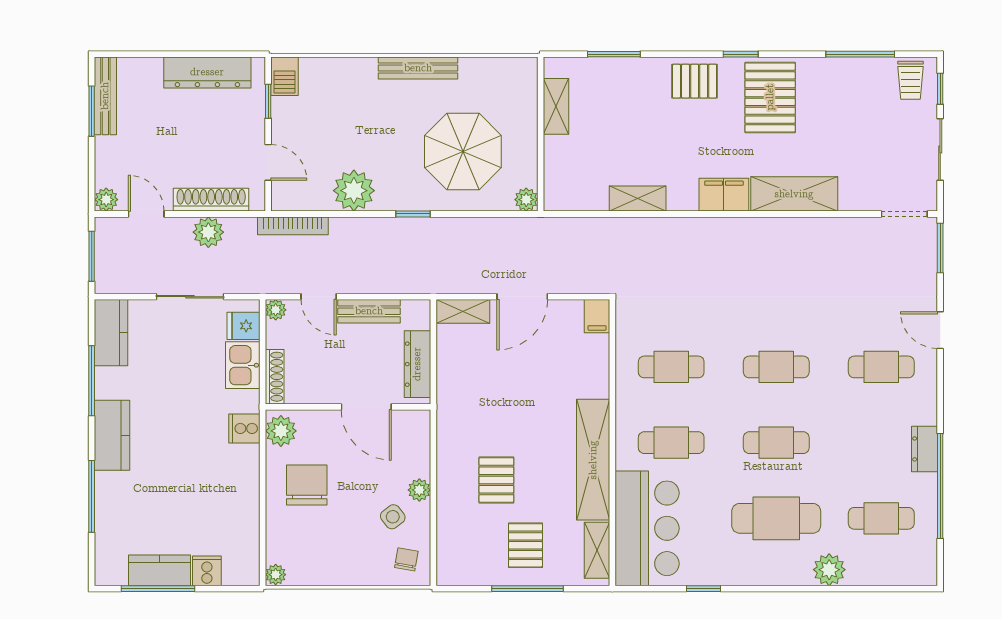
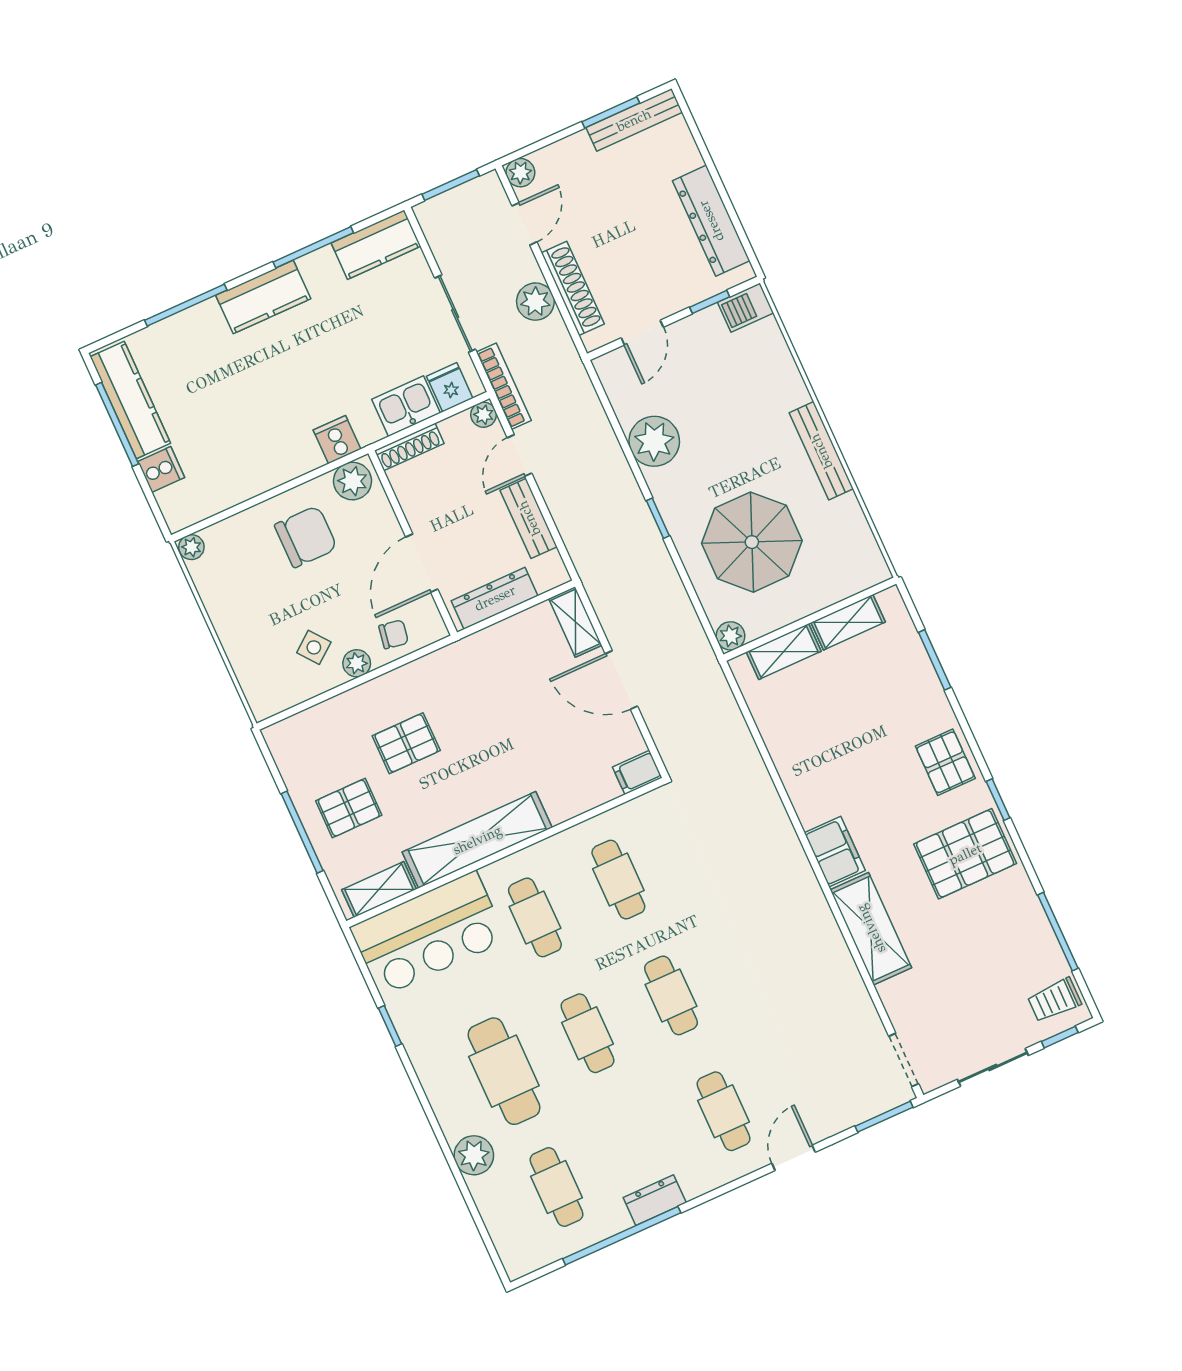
shelving: (638, 199) -> (784, 652), moved, turned 90
bookcase: (293, 226) -> (504, 386), moved, turned 180
chair: (406, 559) -> (394, 634), moved
kitchen counter: (160, 570) -> (130, 400), width x1.50

